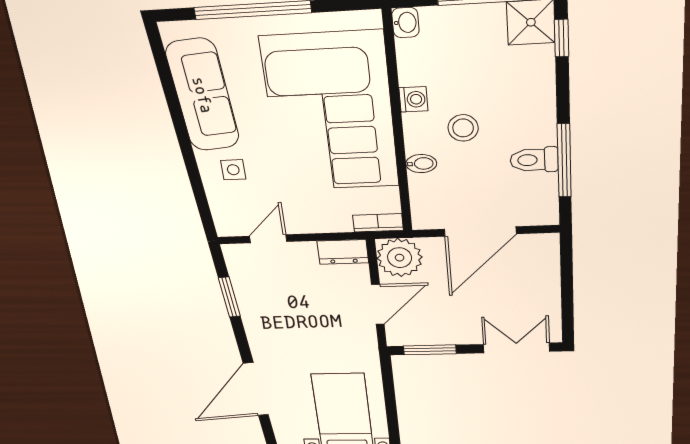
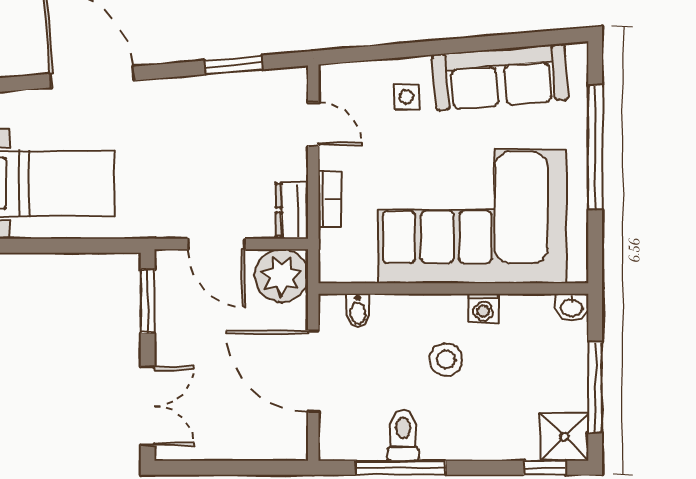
bidet: (421, 164) -> (358, 311), moved
bookcase: (378, 223) -> (330, 199), moved

